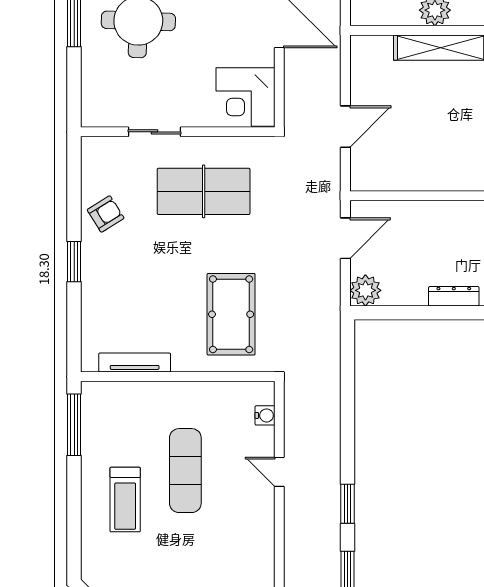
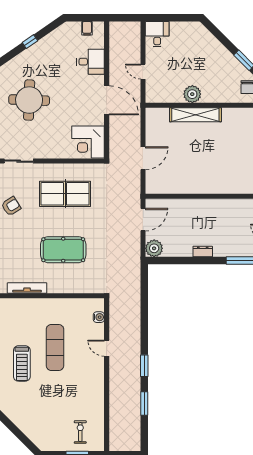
sliding door: (154, 132) -> (19, 161), moved
dresser: (454, 296) -> (203, 252), width x0.70
pool table: (231, 314) -> (63, 250), moved, turned 90

